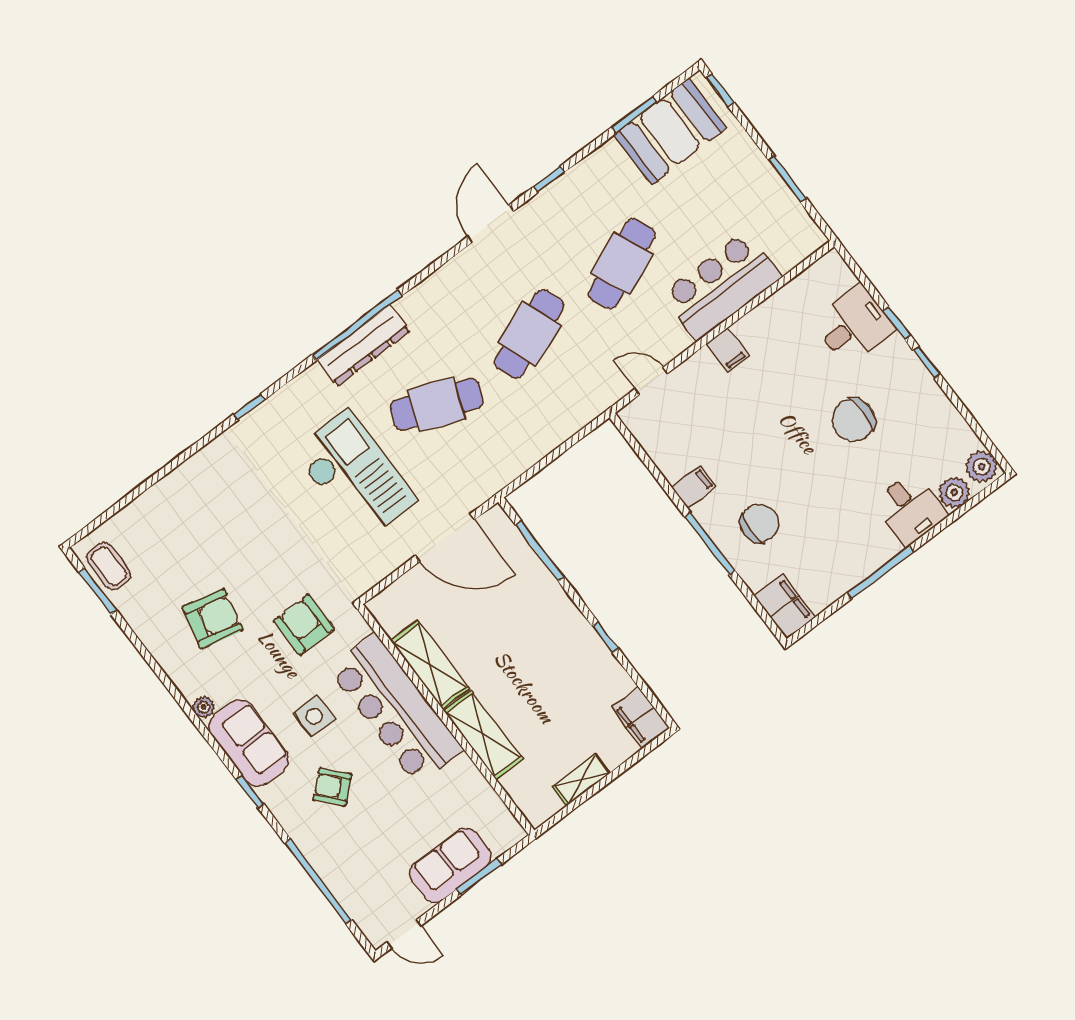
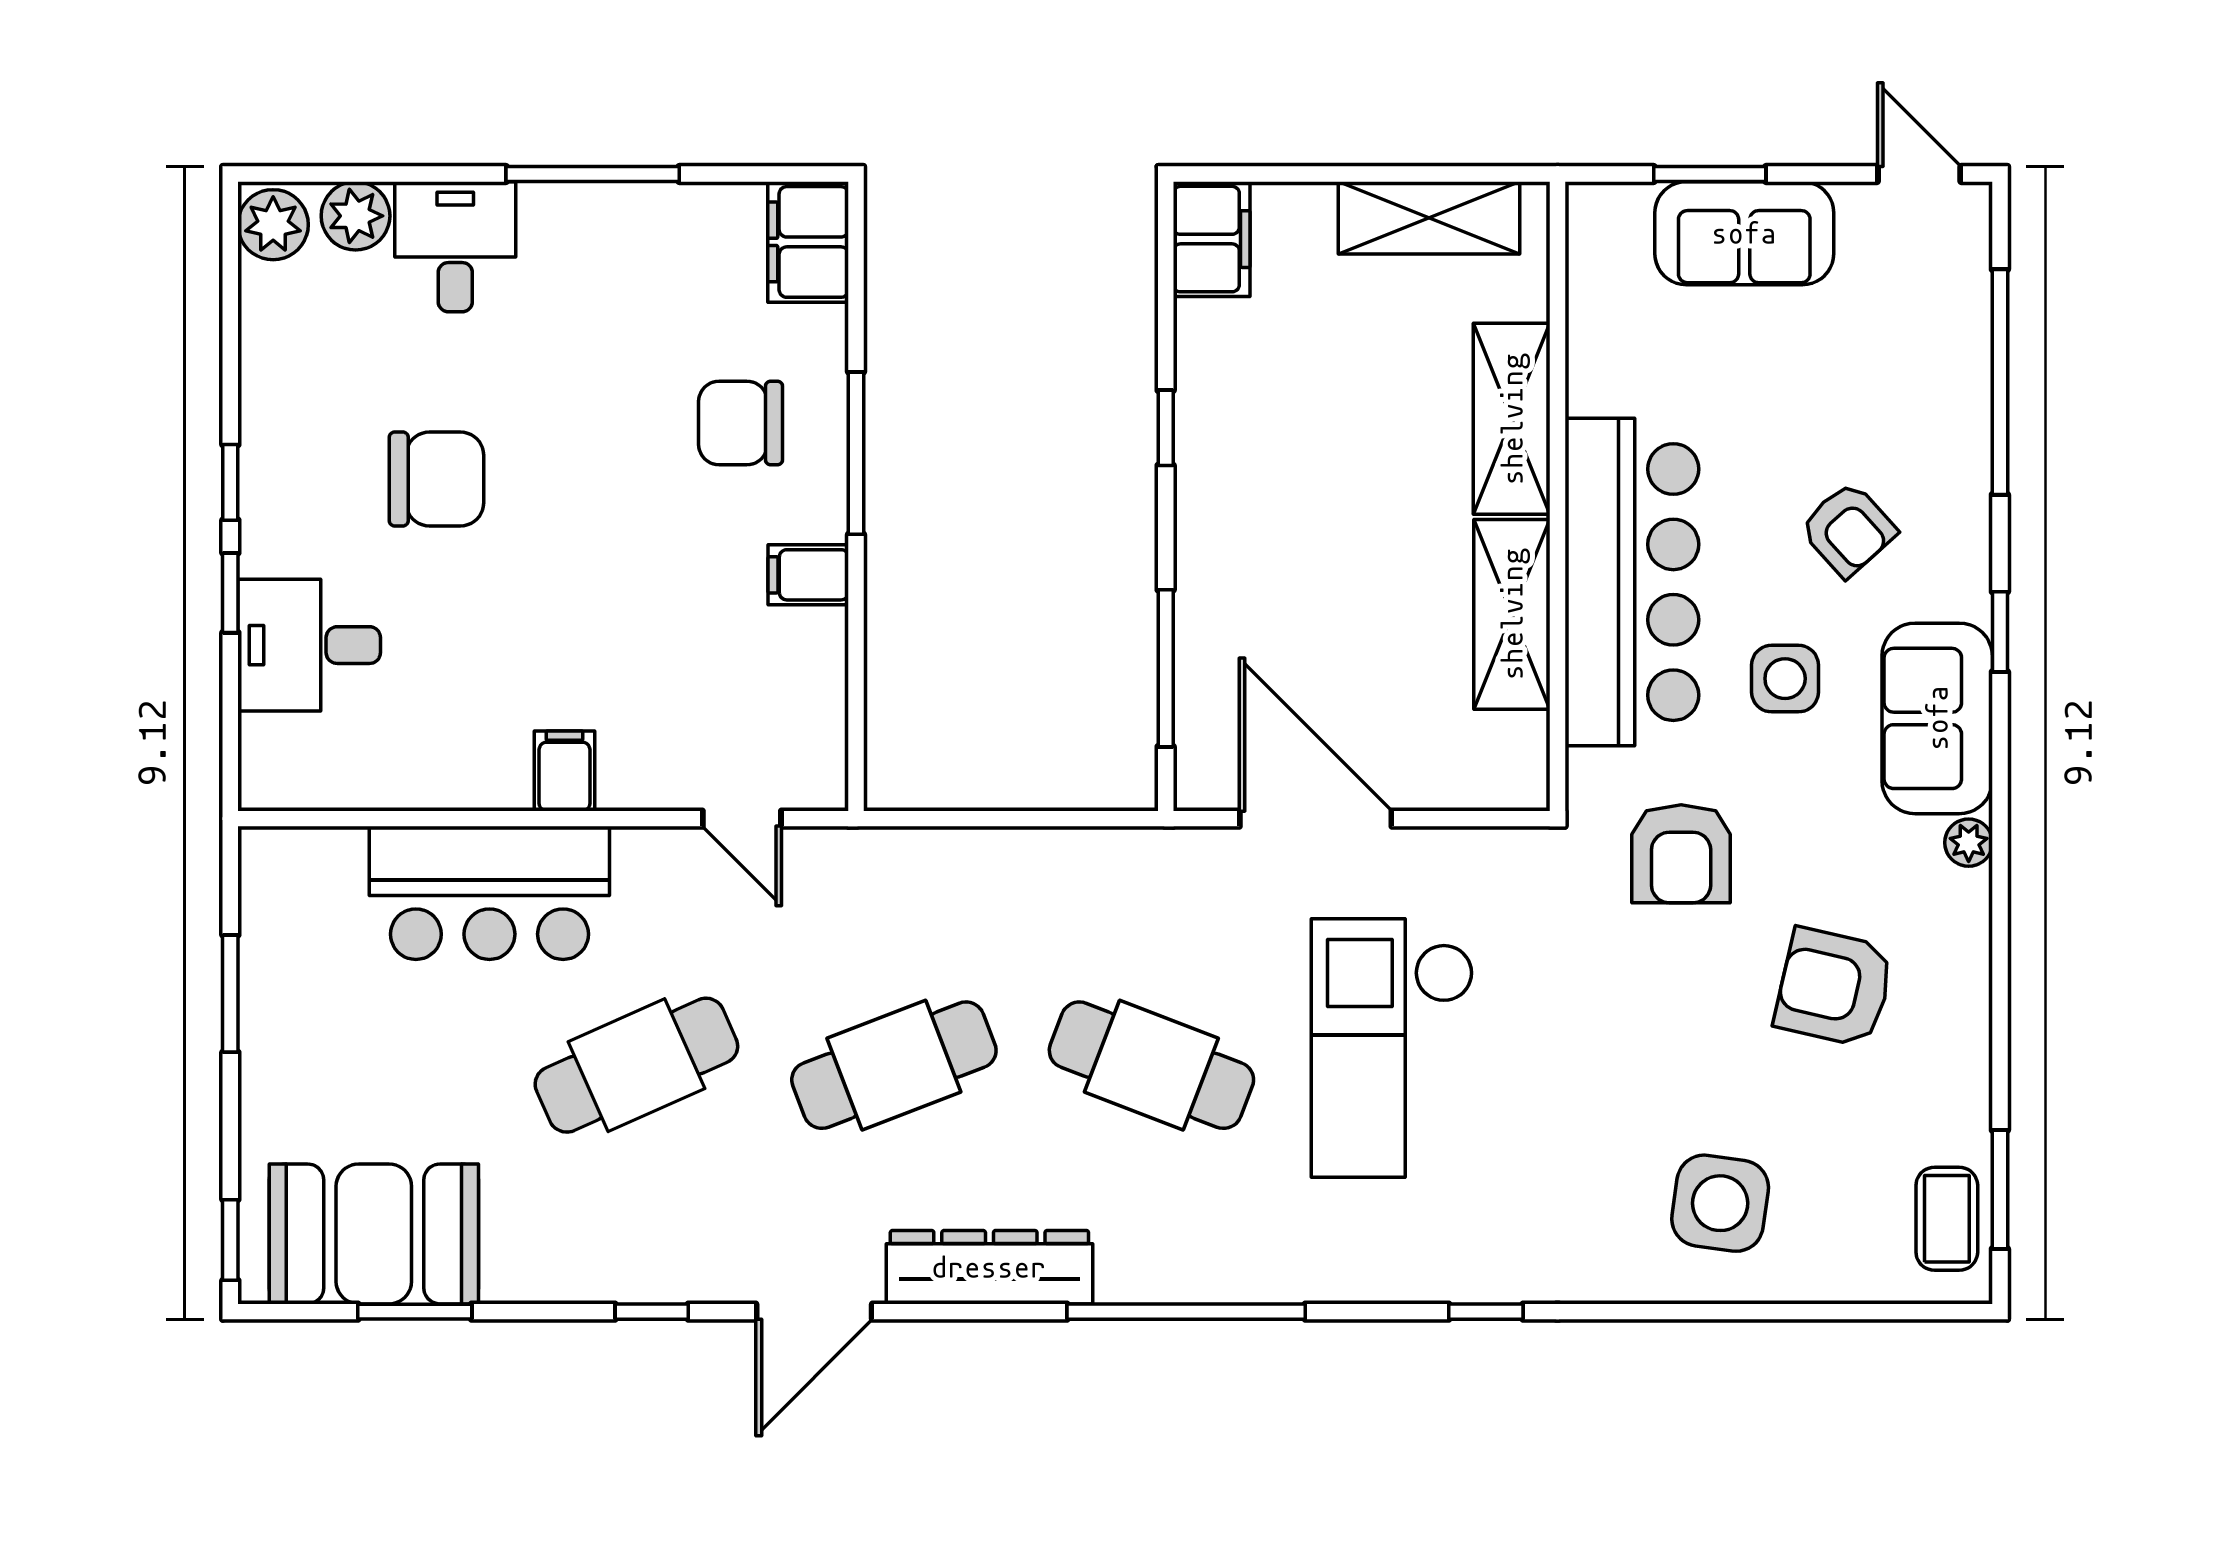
dresser: (363, 345) -> (989, 1267), moved
side table: (195, 510) -> (1720, 1203), added
shelving: (581, 780) -> (1429, 218), width x1.50, depth x1.33

